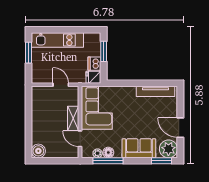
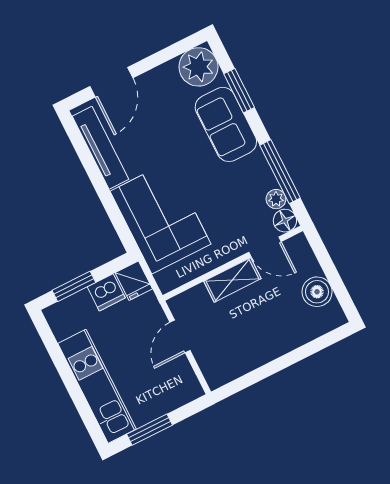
corner sofa: (97, 108) -> (161, 218), moved, turned 90
door: (180, 128) -> (111, 82), moved
door: (80, 139) -> (265, 247), hinge flipped
boiler: (38, 151) -> (317, 292), moved
floor lamp: (108, 153) -> (285, 221), moved
window: (161, 161) -> (239, 91), moved

